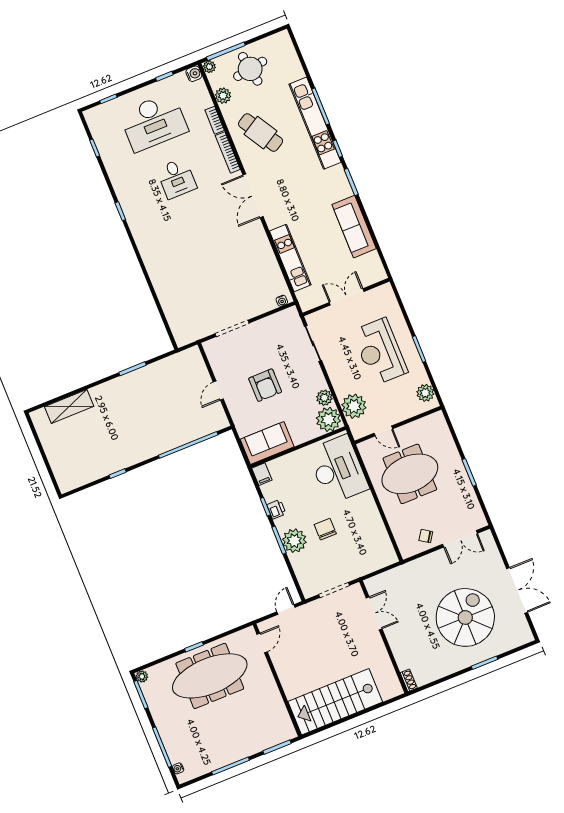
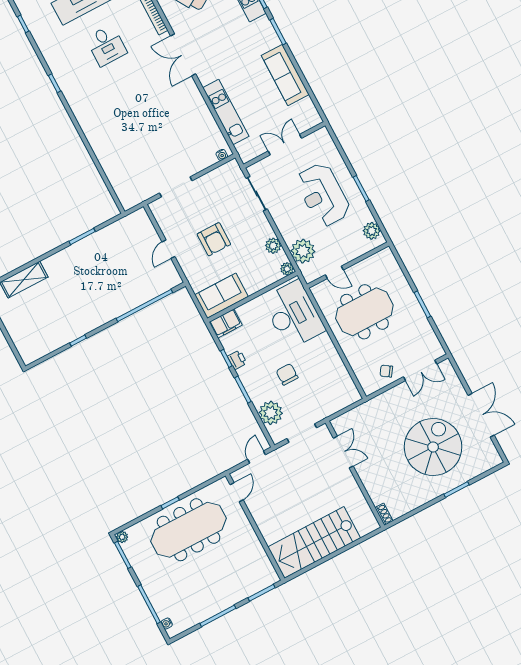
plant: (328, 419) -> (287, 269), width x0.53, depth x0.53
filing cabinet: (262, 474) -> (226, 323), width x2.00
plant: (294, 541) -> (271, 413), moved

